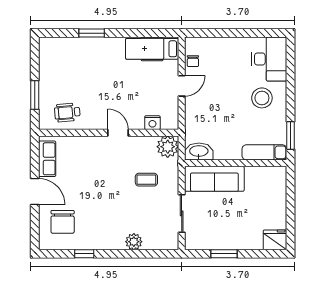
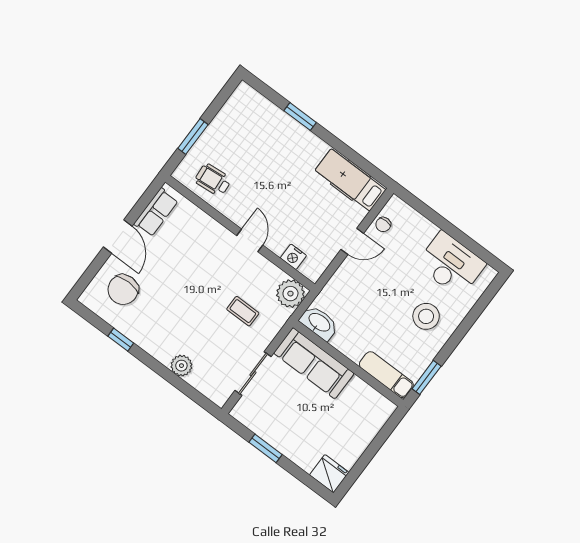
desk: (269, 59) -> (451, 264), moved, turned -90

